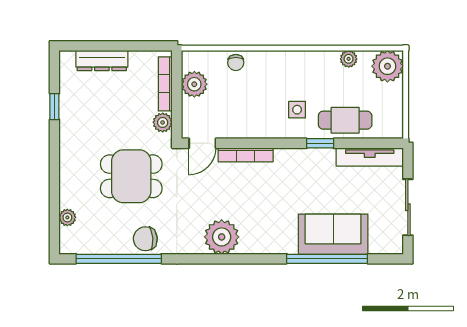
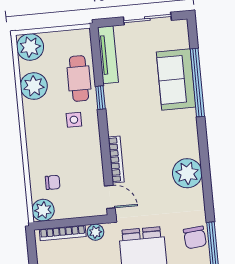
plant: (349, 59) -> (34, 86), width x1.88, depth x1.88
chair: (236, 63) -> (53, 182), moved
plant: (194, 84) -> (43, 210), moved

